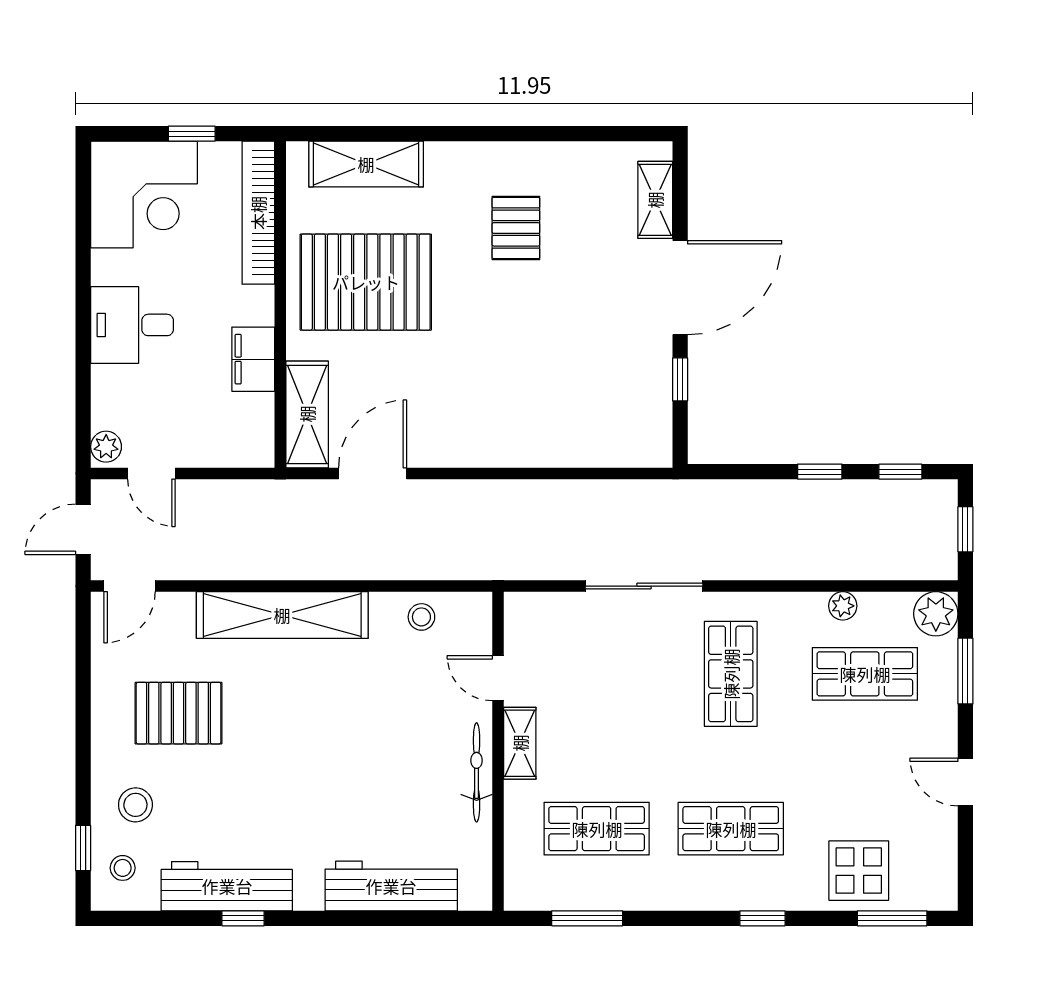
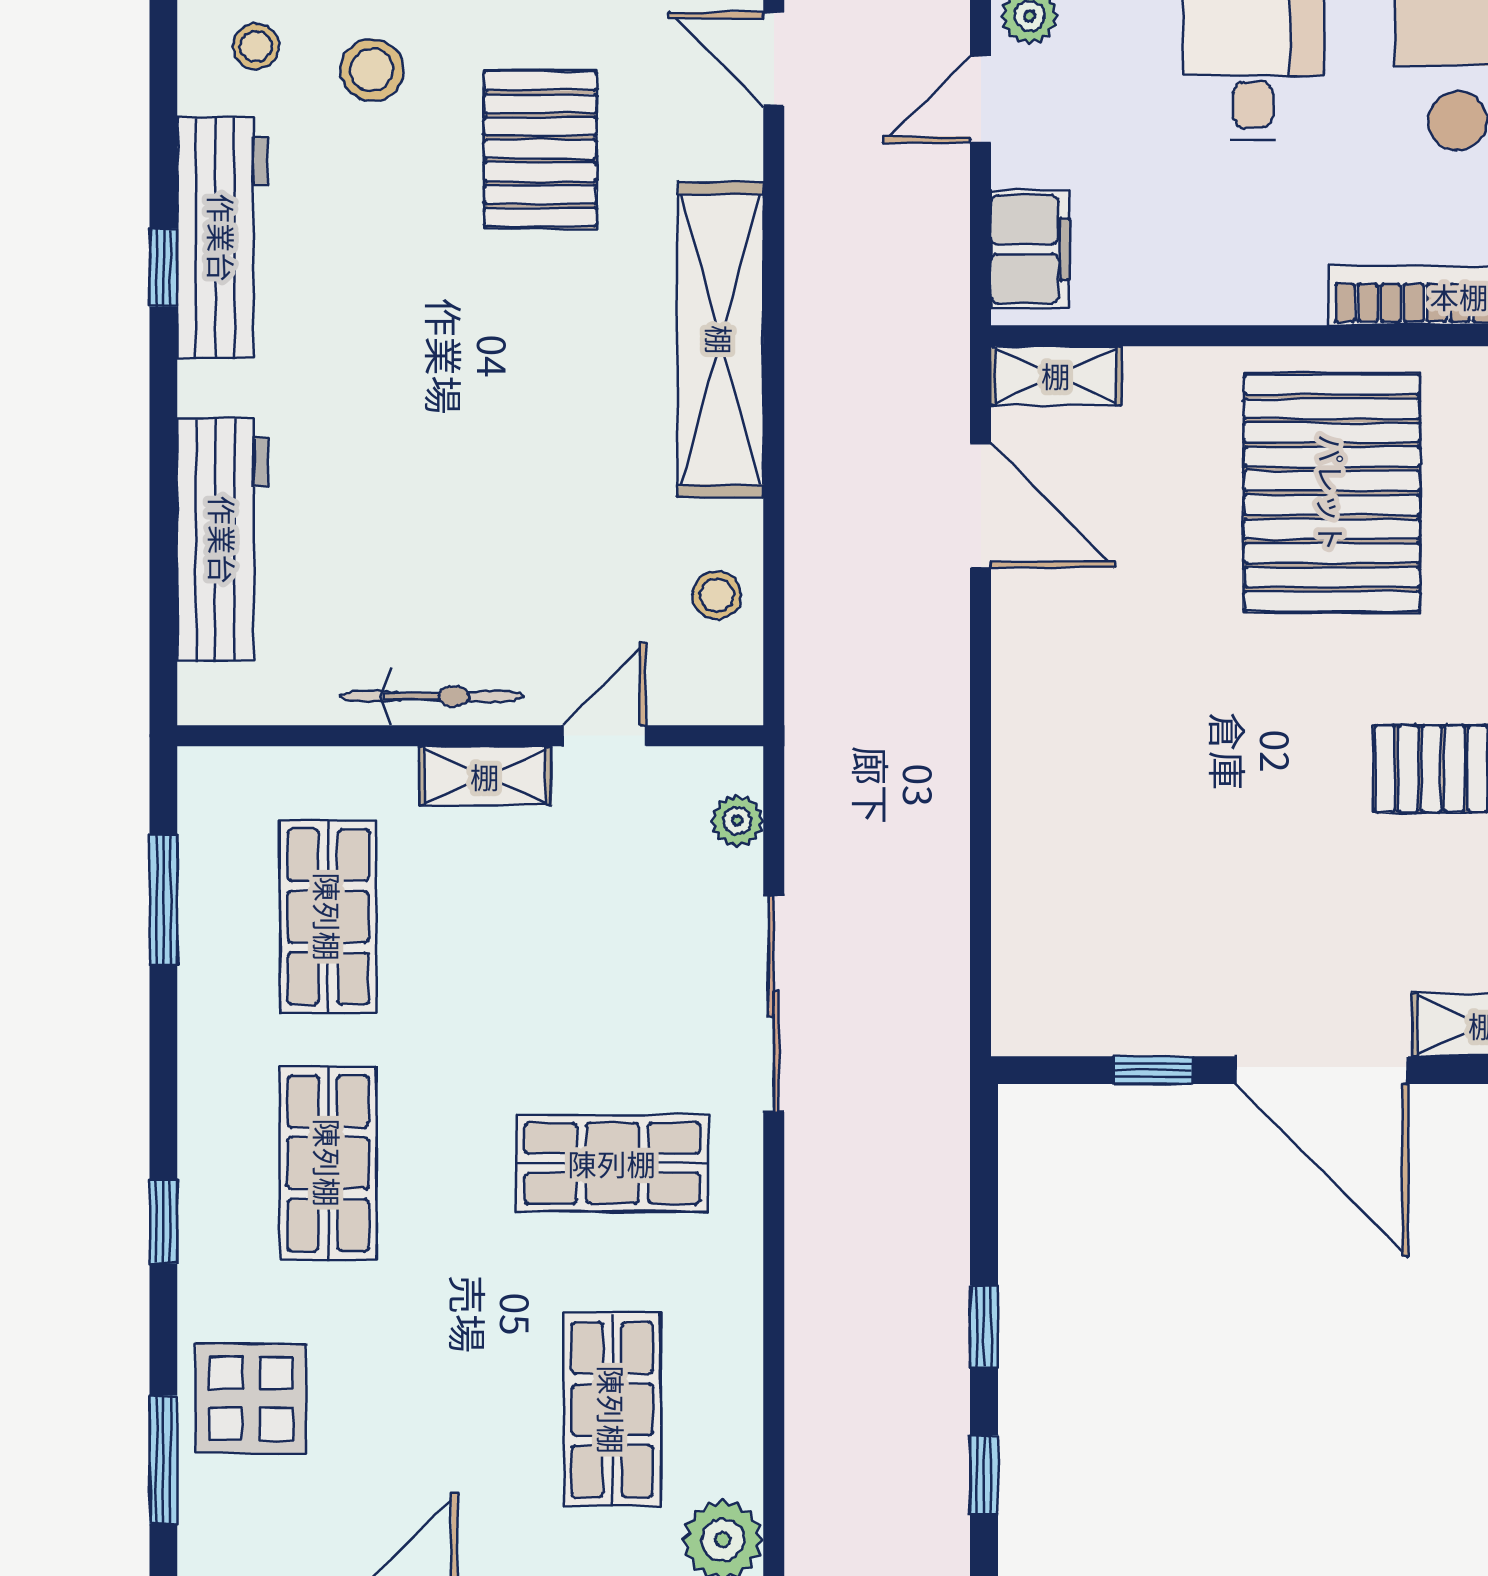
filing cabinet: (253, 359) -> (1030, 249), moved, turned 90
shelving: (307, 414) -> (1056, 375), width x0.67, depth x0.75
plant: (843, 606) -> (737, 821), moved

